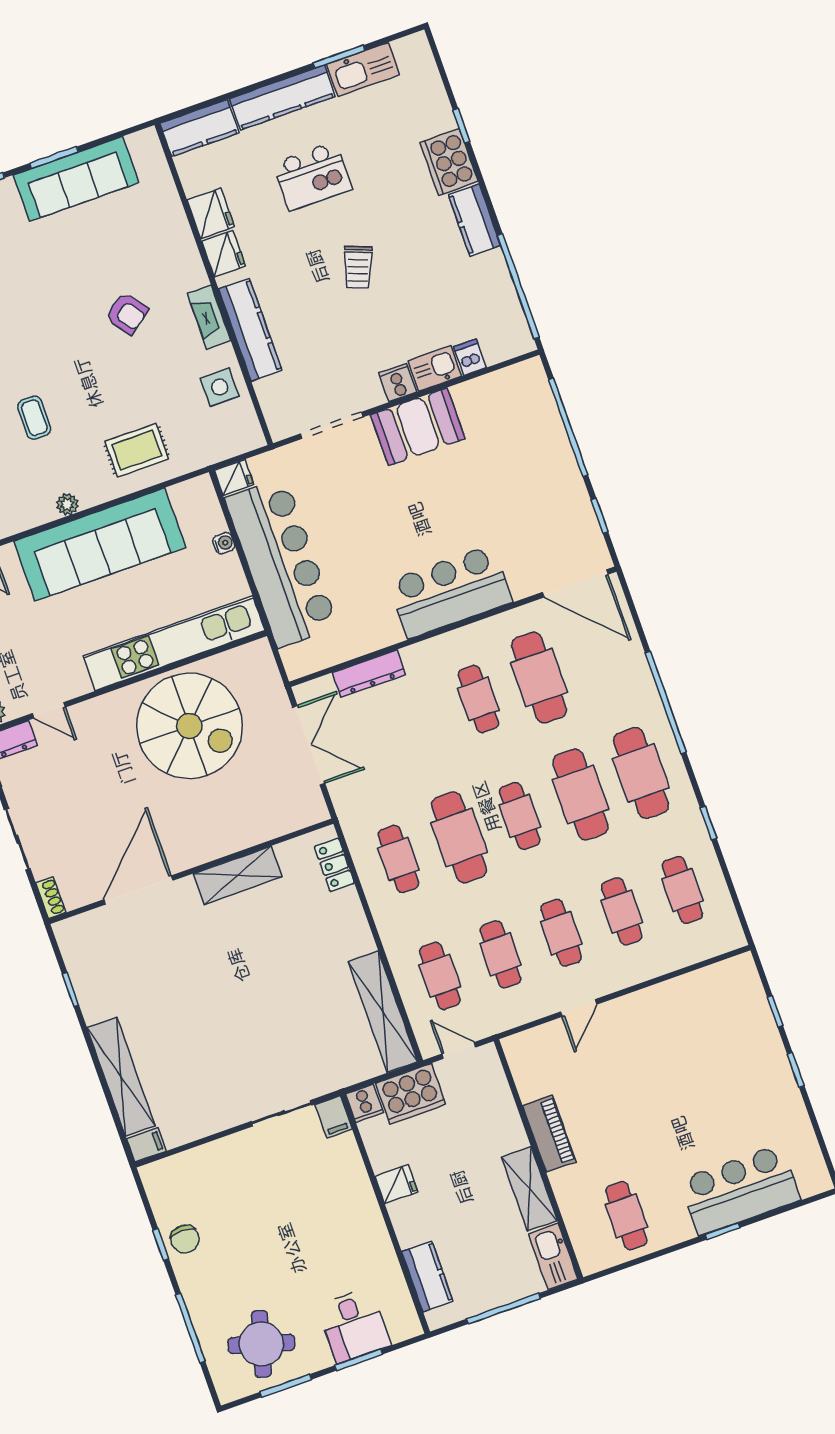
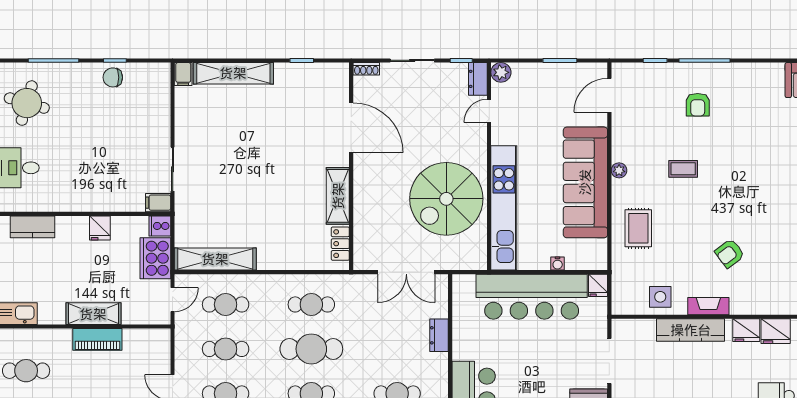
dresser: (369, 674) -> (439, 335), width x0.70
locker: (334, 865) -> (340, 244), moved, turned -90
shelving: (529, 1189) -> (93, 314), moved

